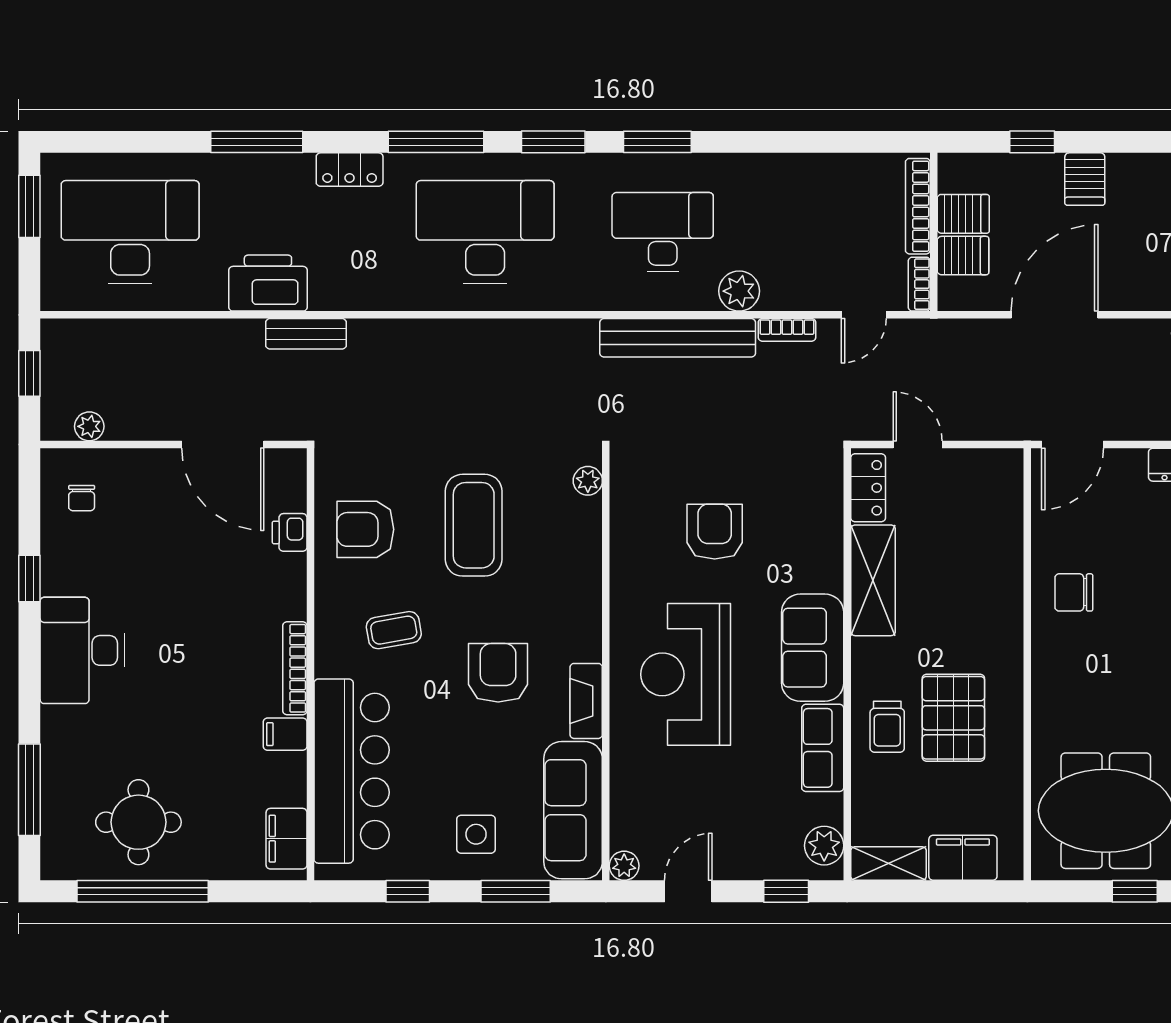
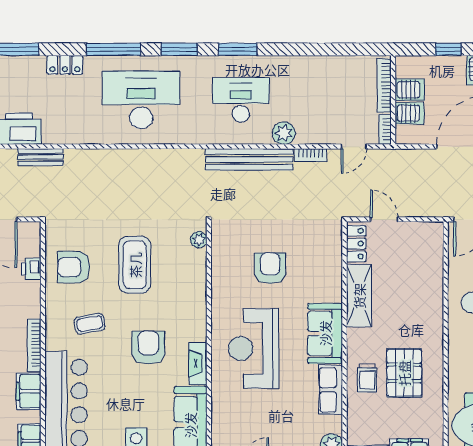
filing cabinet: (285, 734) -> (29, 391), width x2.00

